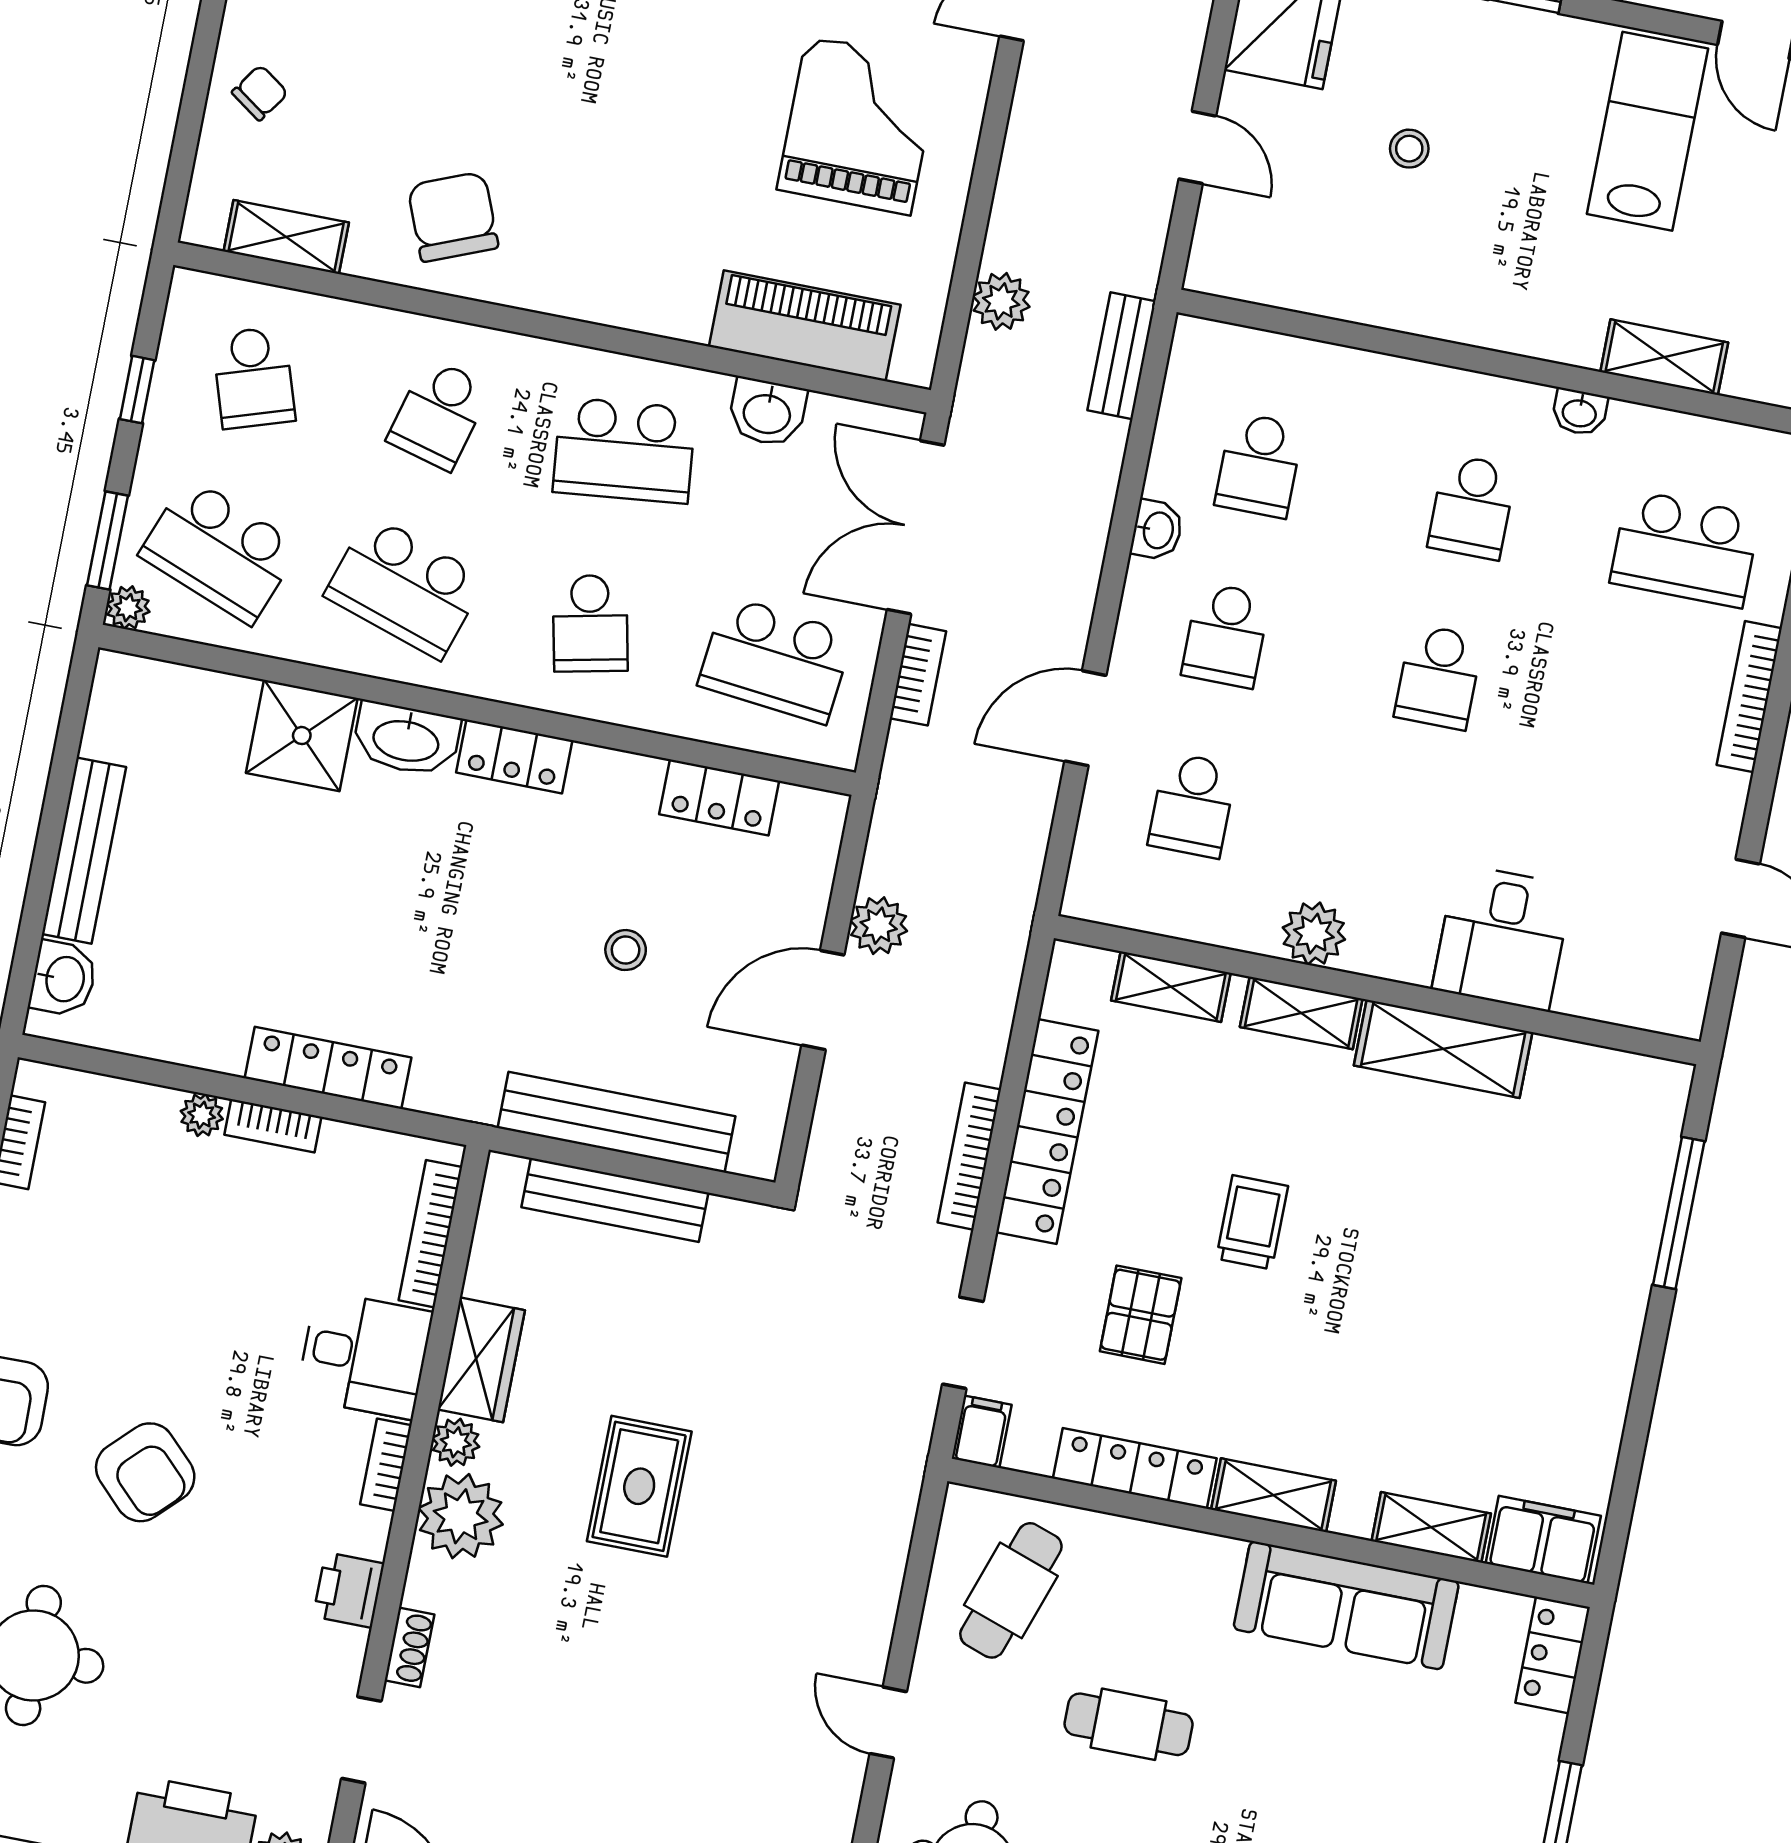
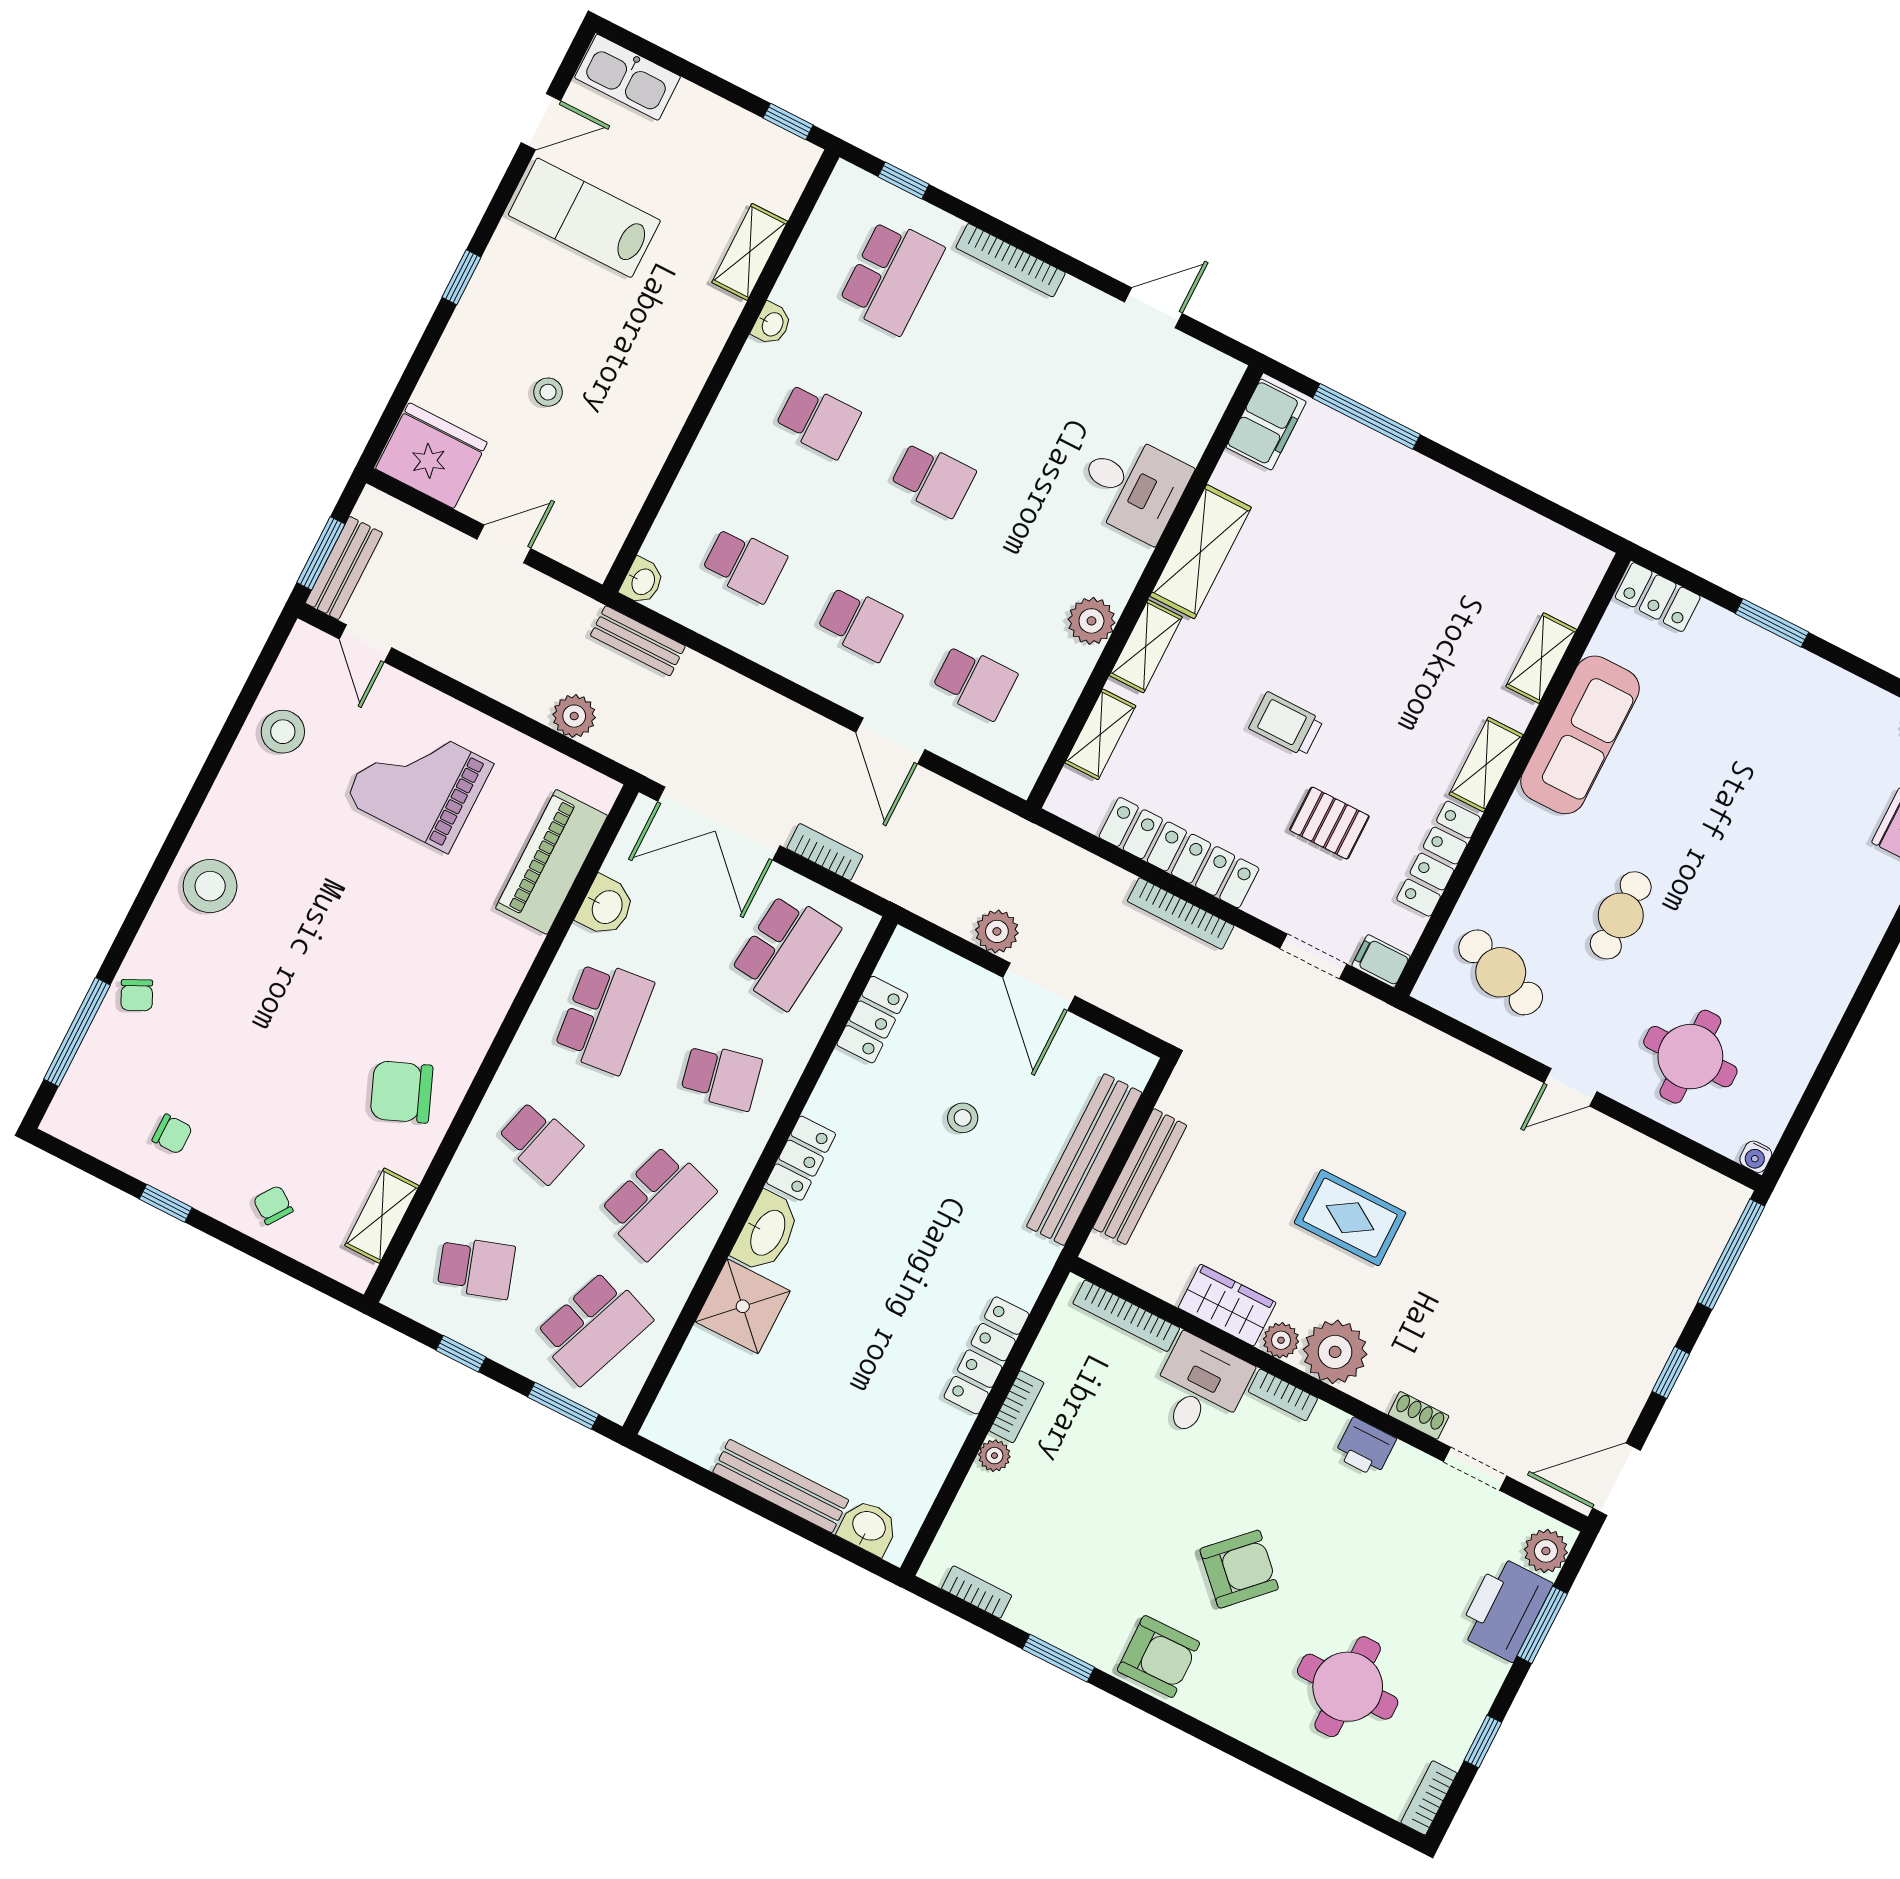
washbasin: (1157, 530) -> (642, 581), moved, turned 90
plant: (128, 608) -> (615, 1405), removed
filing cabinet: (1543, 1540) -> (1266, 424), moved, turned 180

